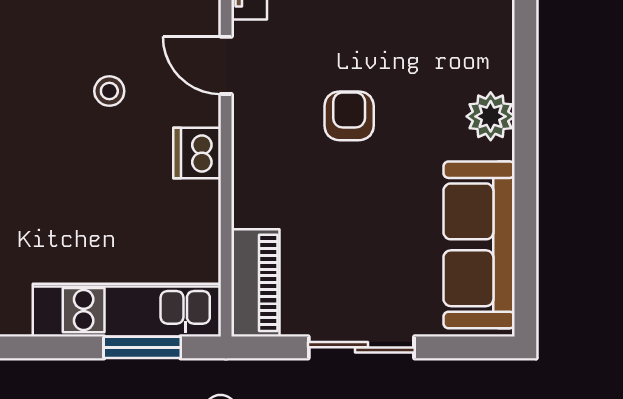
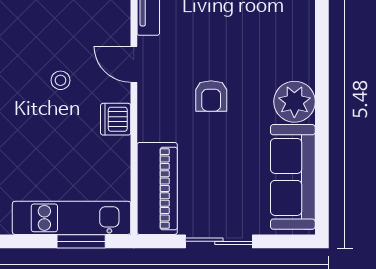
armchair: (349, 116) -> (211, 96), turned 180
plant: (491, 116) -> (294, 102), width x1.36, depth x1.36
piano: (255, 283) -> (157, 188), width x1.37, depth x1.33

